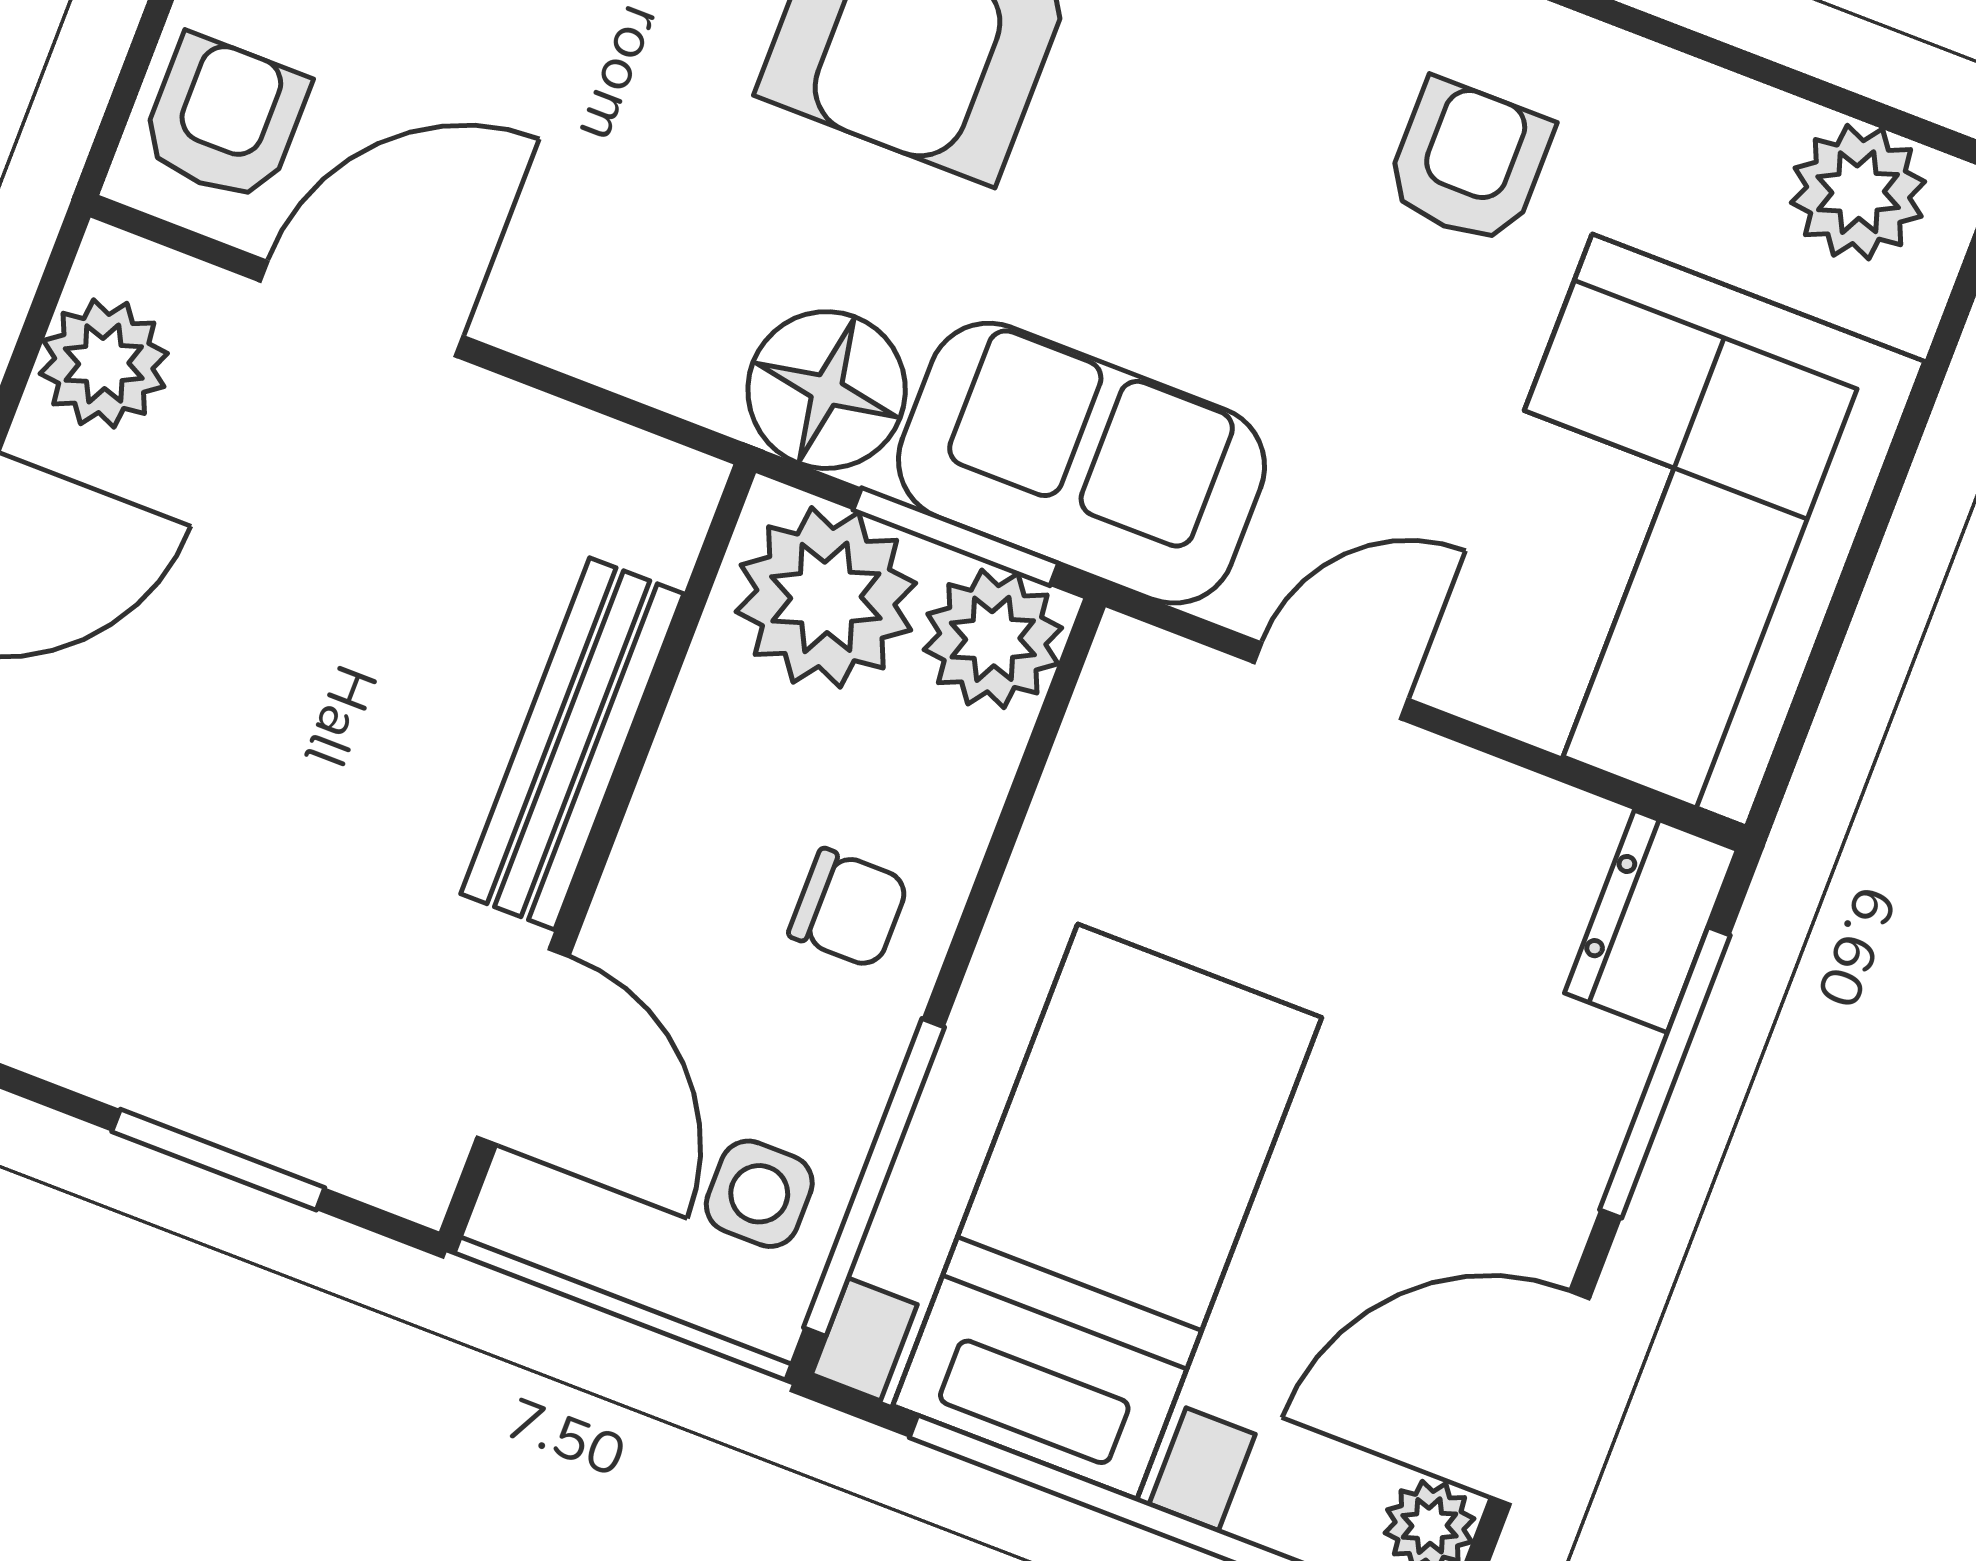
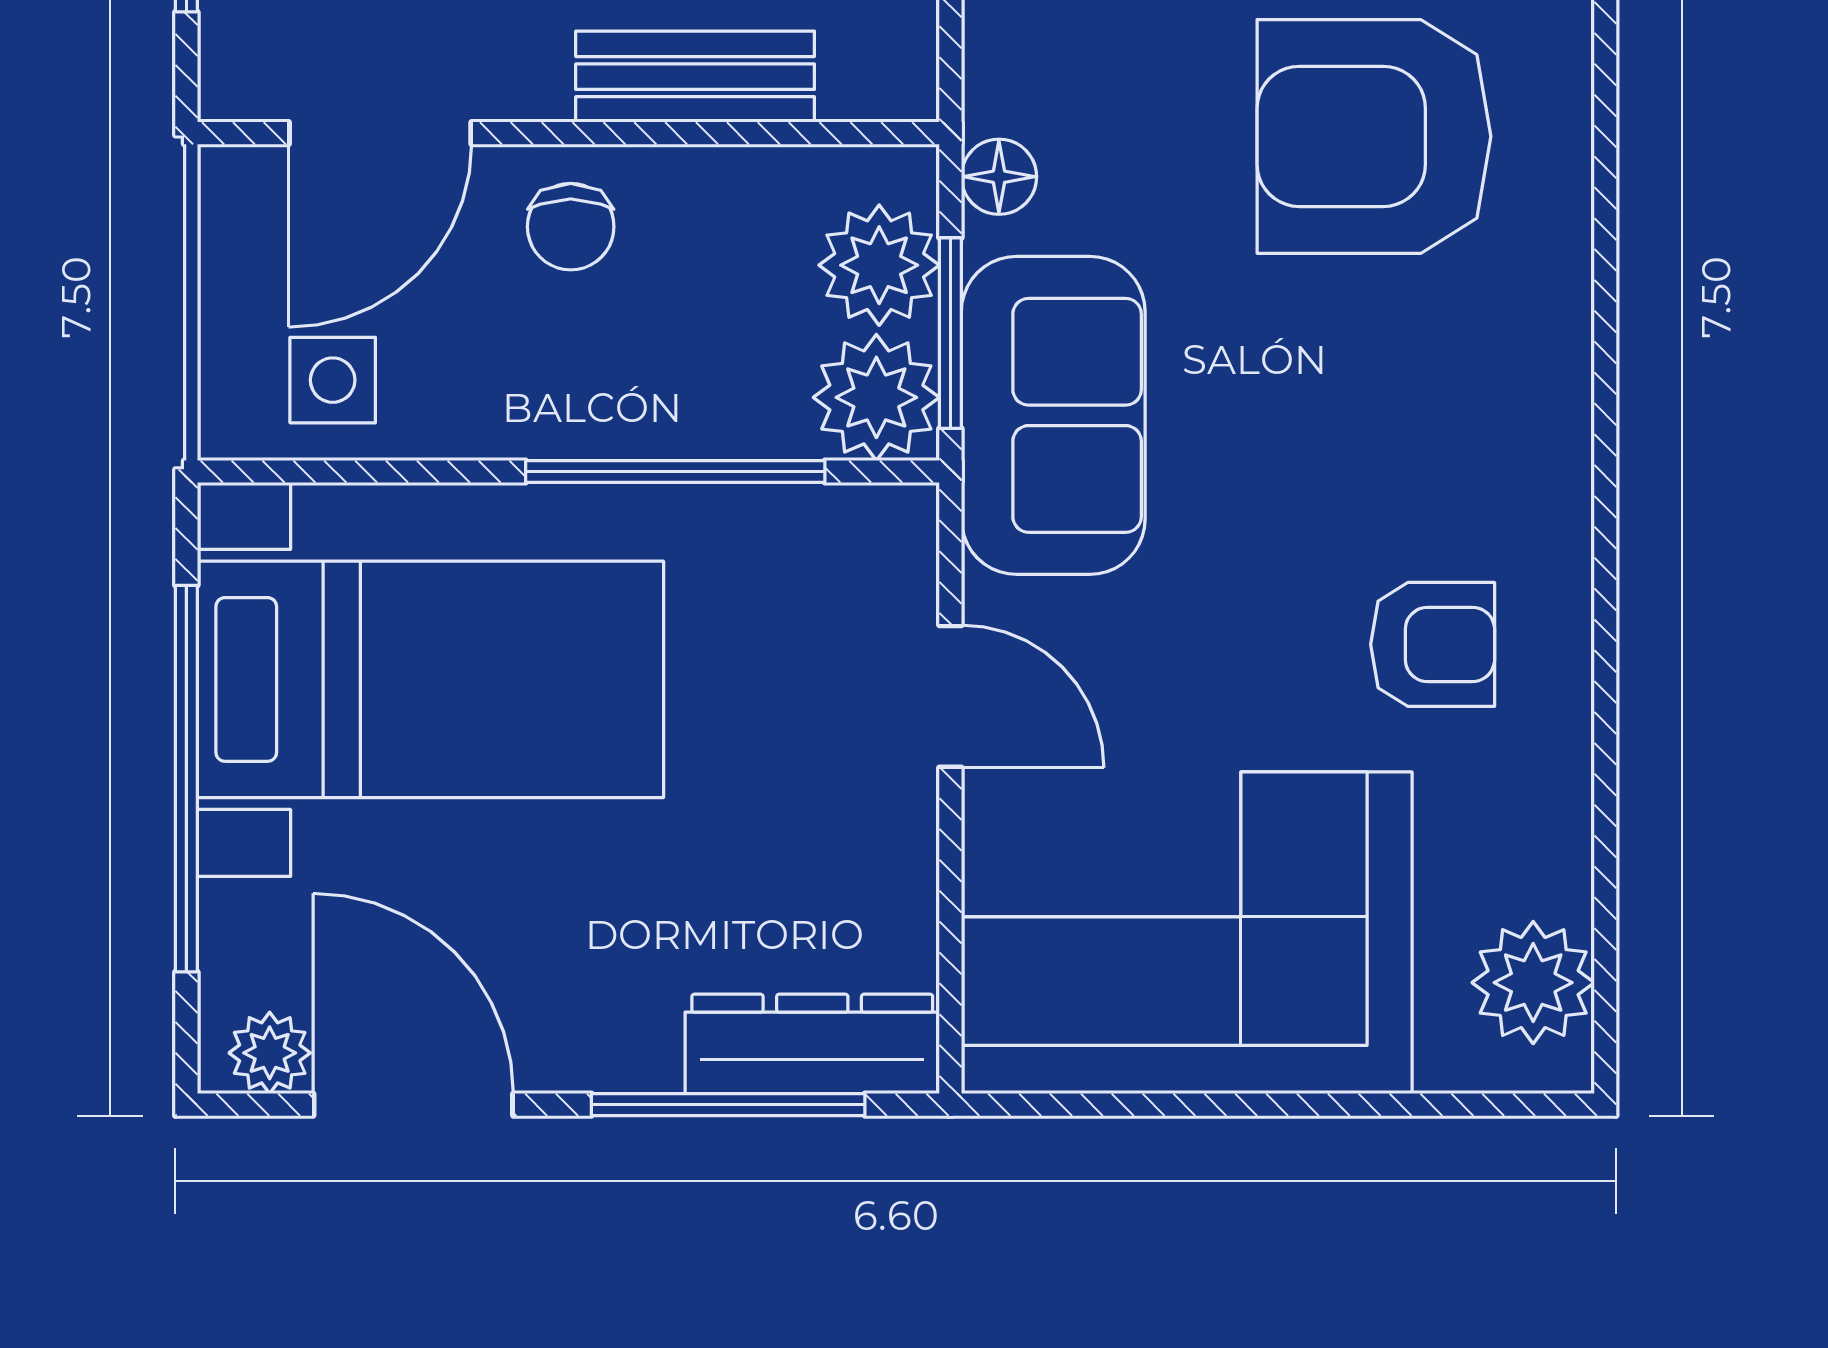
floor lamp: (827, 390) -> (999, 177), width x0.53, depth x0.53
plant: (826, 597) -> (879, 265), width x0.73, depth x0.73
bench: (572, 744) -> (695, 77), width x0.73
chair: (849, 908) -> (571, 227), moved
dresser: (1651, 921) -> (812, 1044), width x1.44
window: (874, 1177) -> (675, 472), moved

